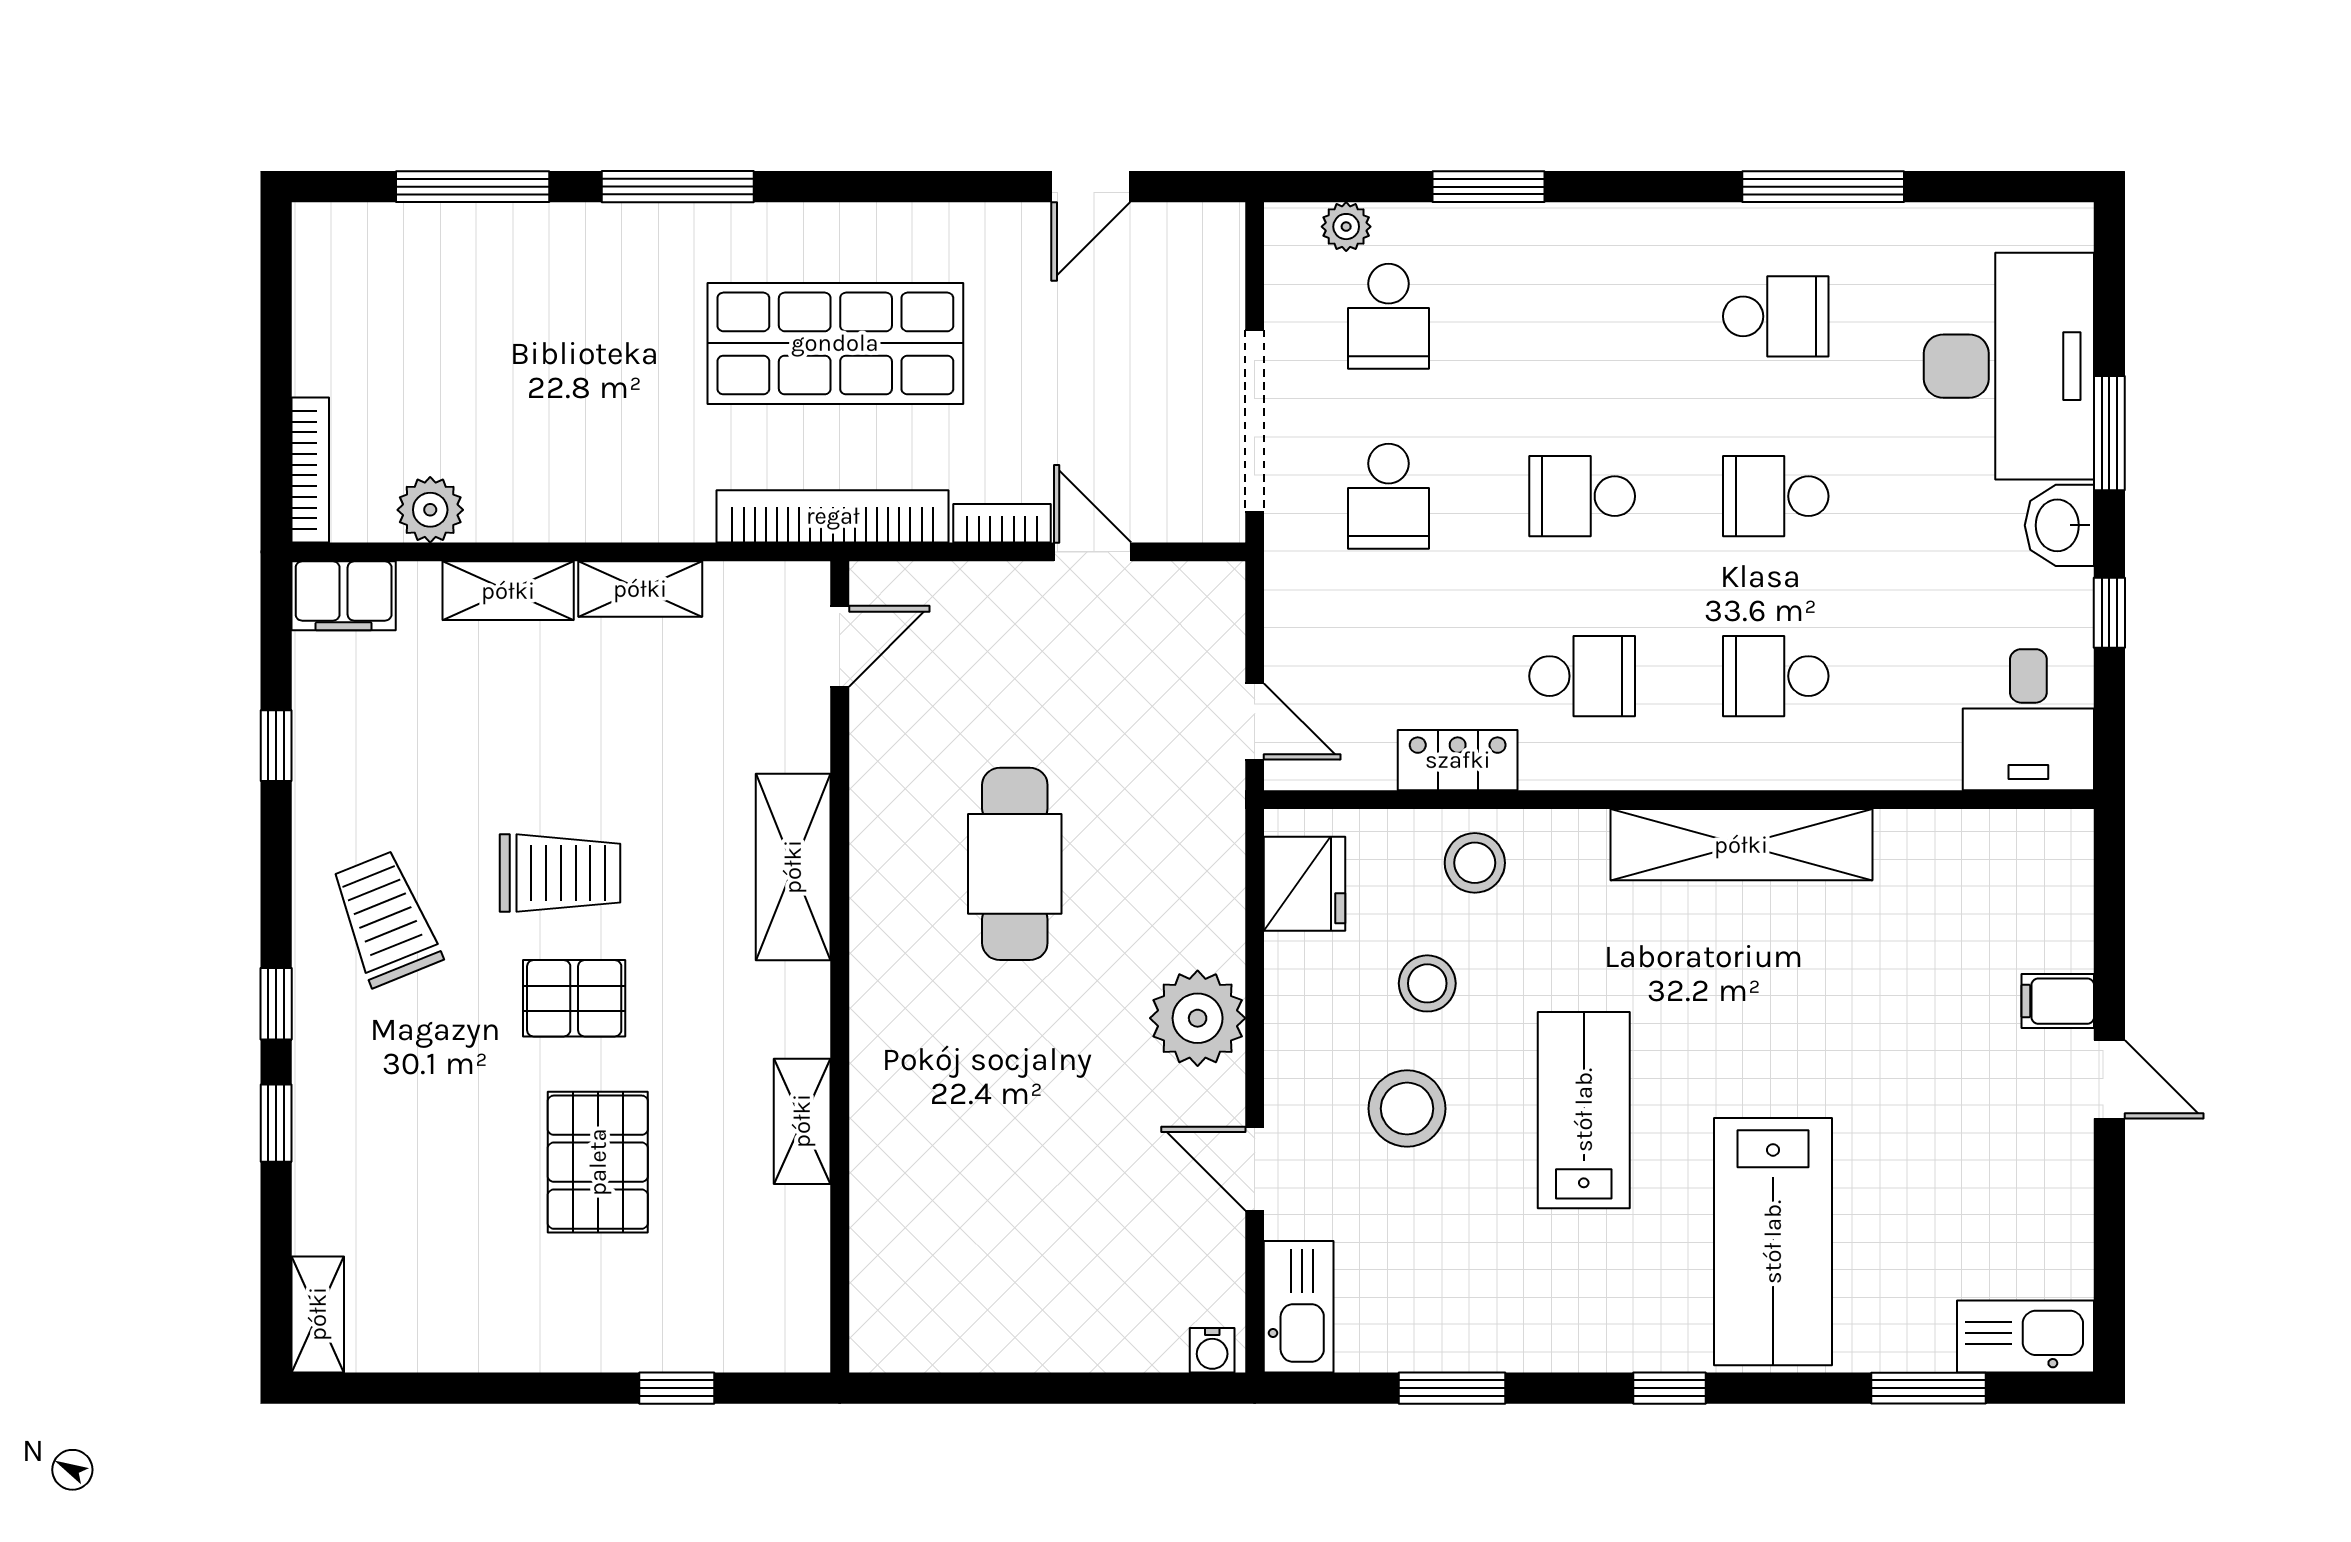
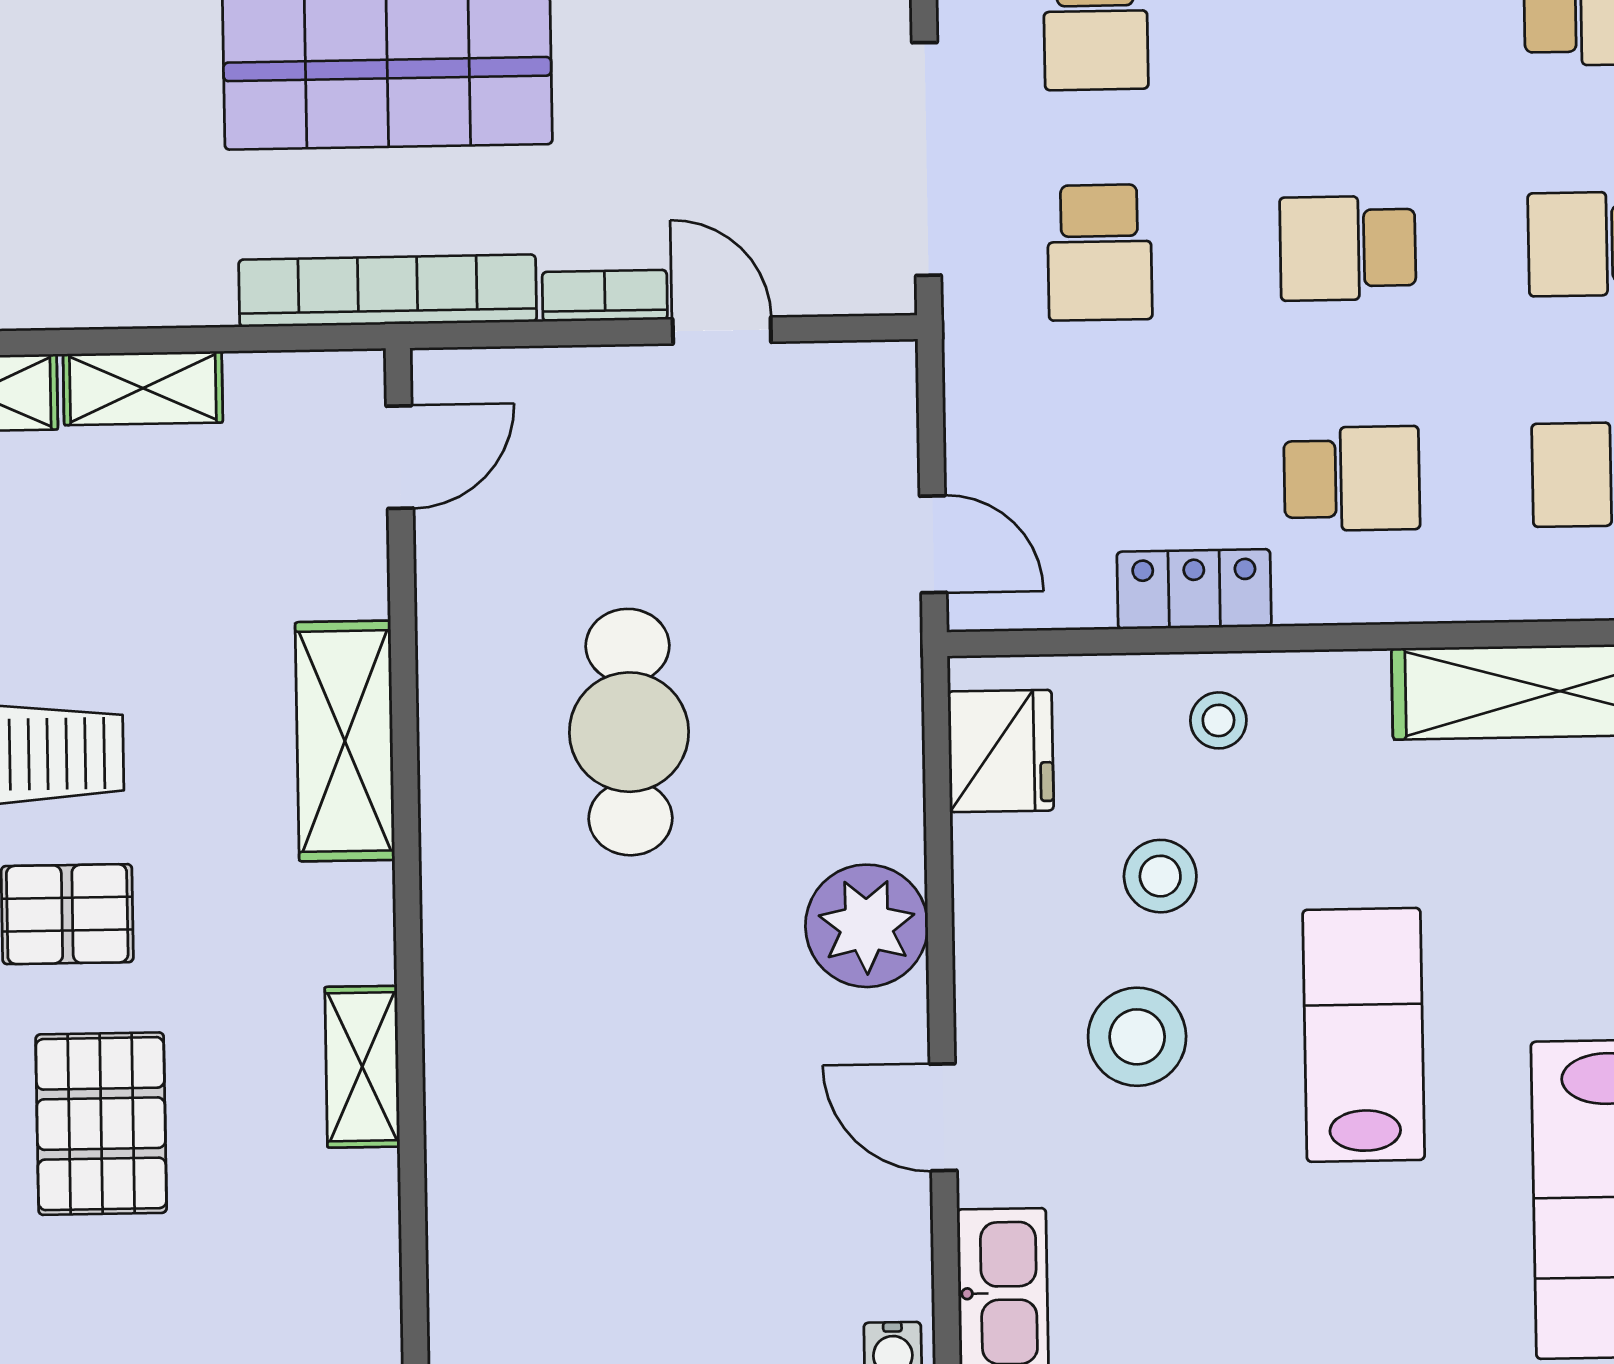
stool: (1475, 863) -> (1218, 720), width x0.73, depth x0.73

